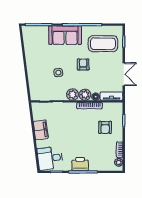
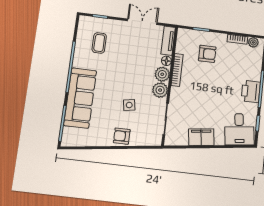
sofa: (65, 35) -> (80, 98), width x1.36
coffee table: (103, 44) -> (99, 43), width x0.54, depth x0.58
armchair: (83, 64) -> (122, 136), moved

